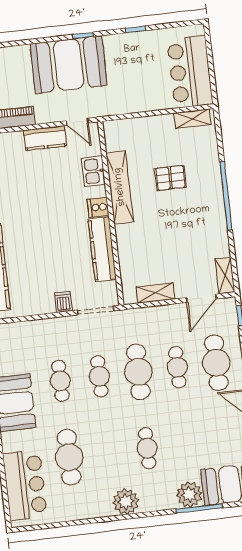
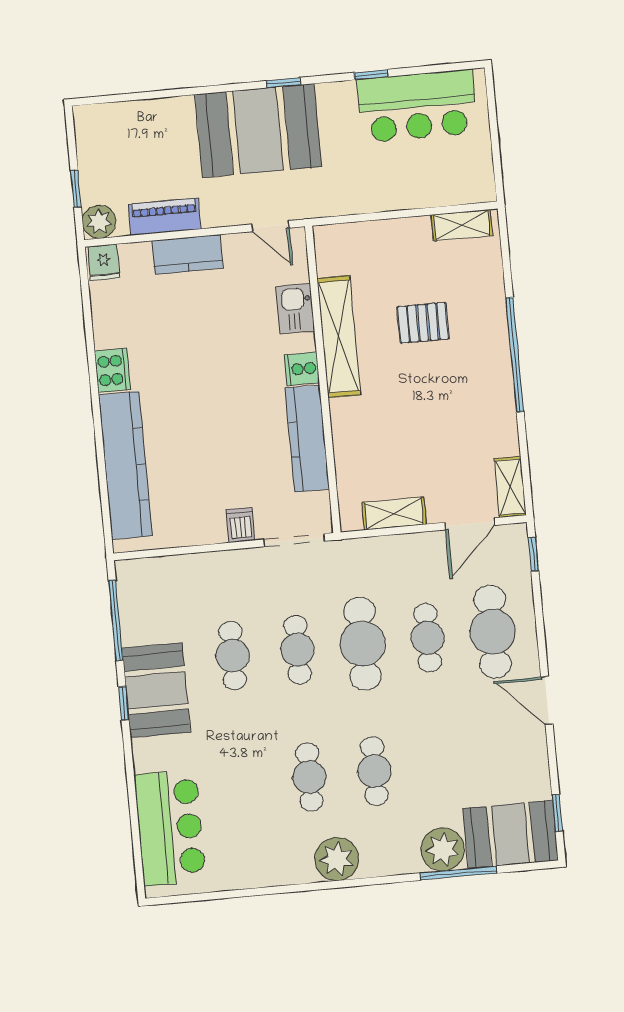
bar counter: (190, 72) -> (417, 106), moved, turned -90
kitchen counter: (45, 138) -> (187, 254), moved
cafe table: (69, 457) -> (309, 777), moved, width x0.73, depth x0.74

